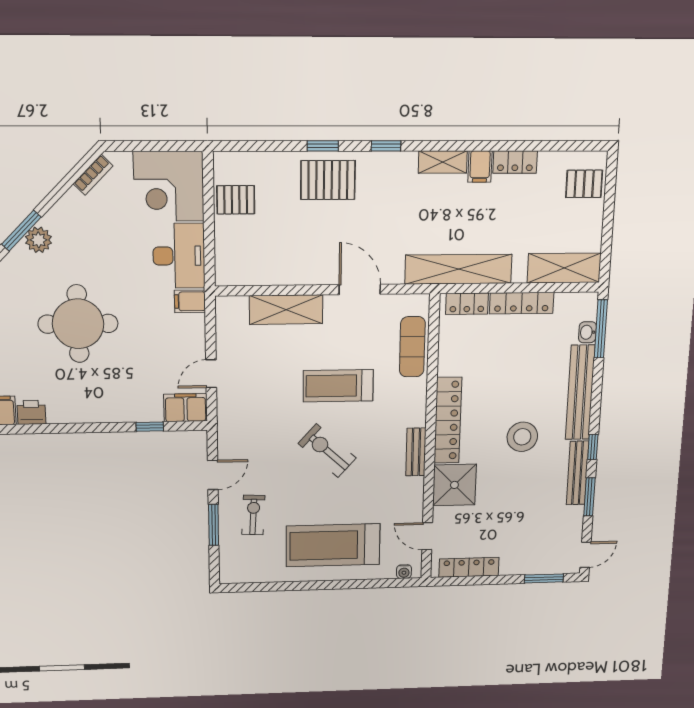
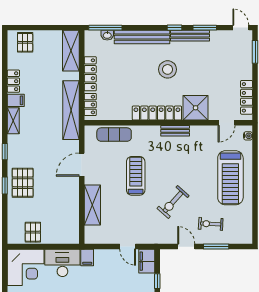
treadmill: (338, 386) -> (136, 176), turned 180
exercise bike: (327, 451) -> (173, 202), moved

